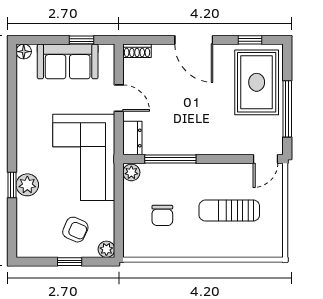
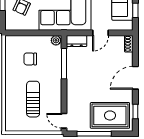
plant: (106, 249) -> (10, 25), removed

